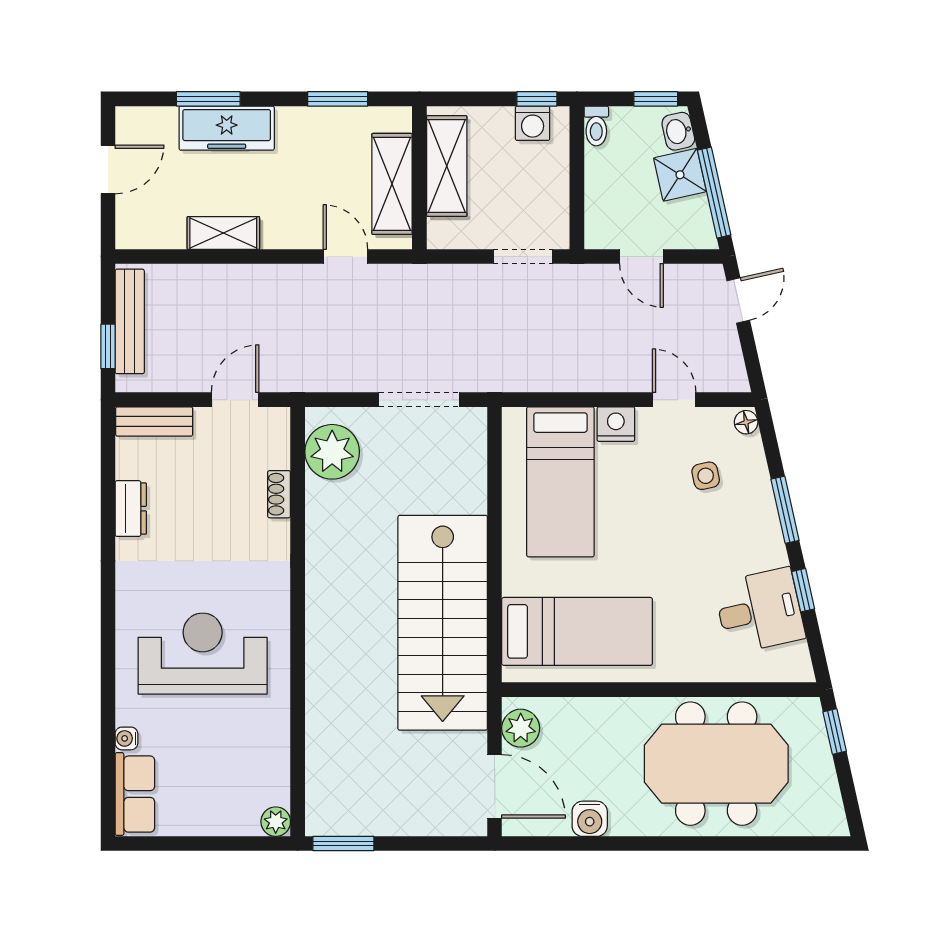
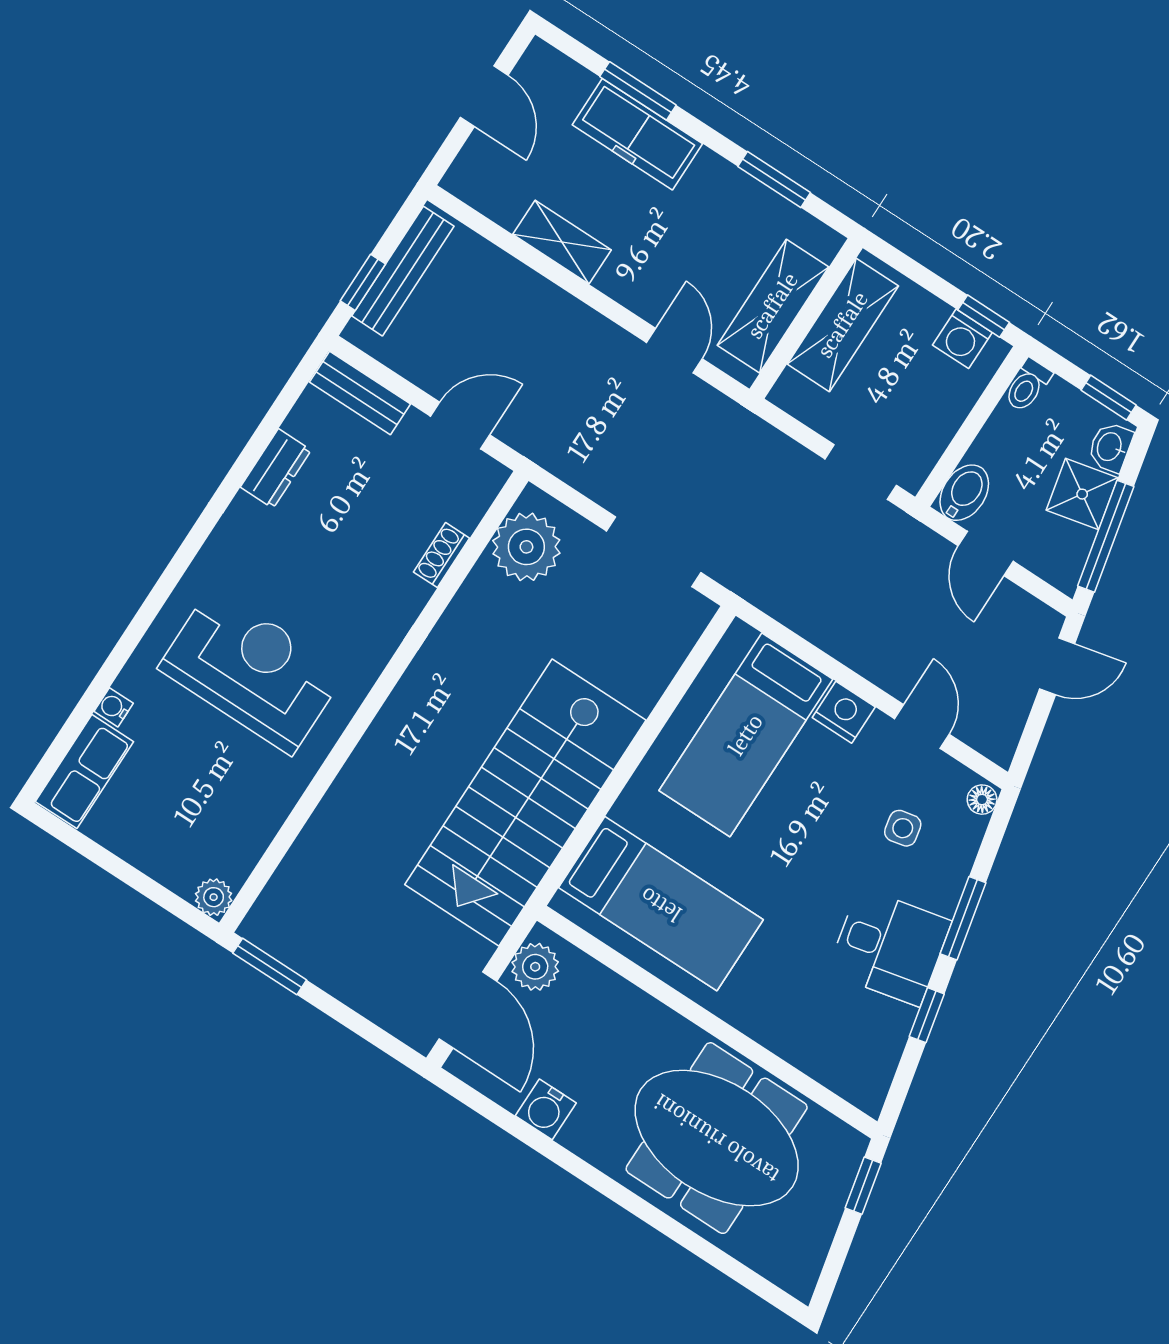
door: (108, 169) -> (484, 96), hinge flipped
bidet: (601, 225) -> (964, 493), added
desk: (759, 611) -> (889, 947), moved

